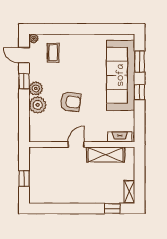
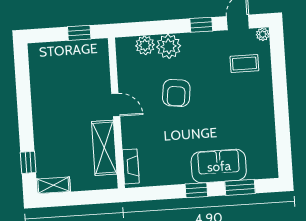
sofa: (121, 75) -> (219, 166), width x0.54, depth x0.79
plant: (36, 88) -> (145, 45), moved
window: (24, 179) -> (79, 33), moved

